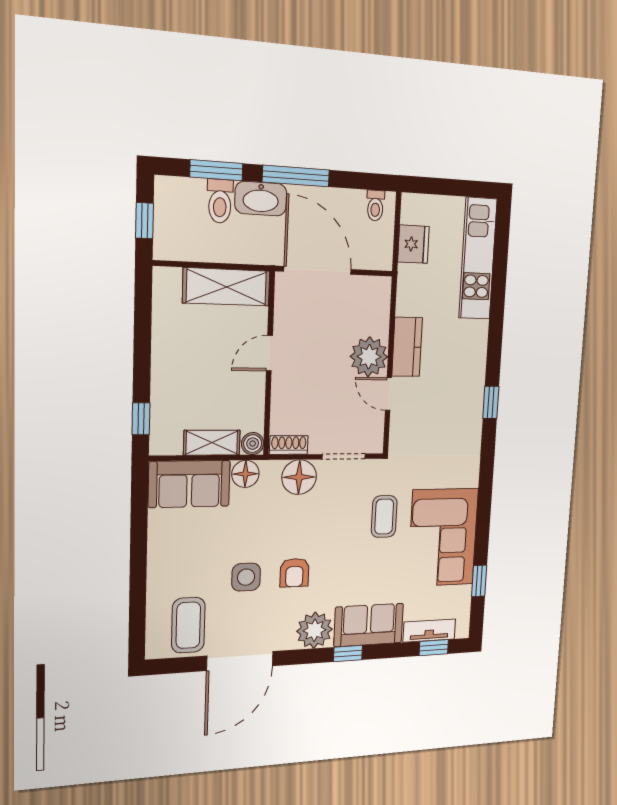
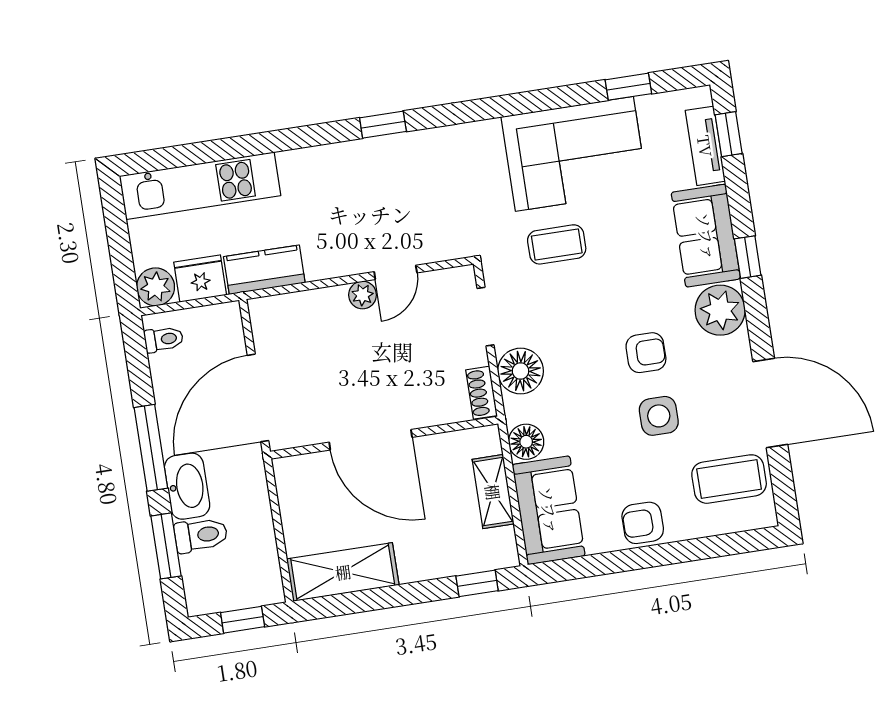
plant: (414, 208) -> (156, 287), added
shelving: (226, 287) -> (343, 572), moved, turned 90
kitchen counter: (407, 347) -> (264, 270), moved
door: (269, 353) -> (371, 440), width x1.88
plant: (369, 357) -> (363, 295), width x0.53, depth x0.53
boiler: (253, 444) -> (487, 440), removed
armchair: (166, 556) -> (643, 523), added

